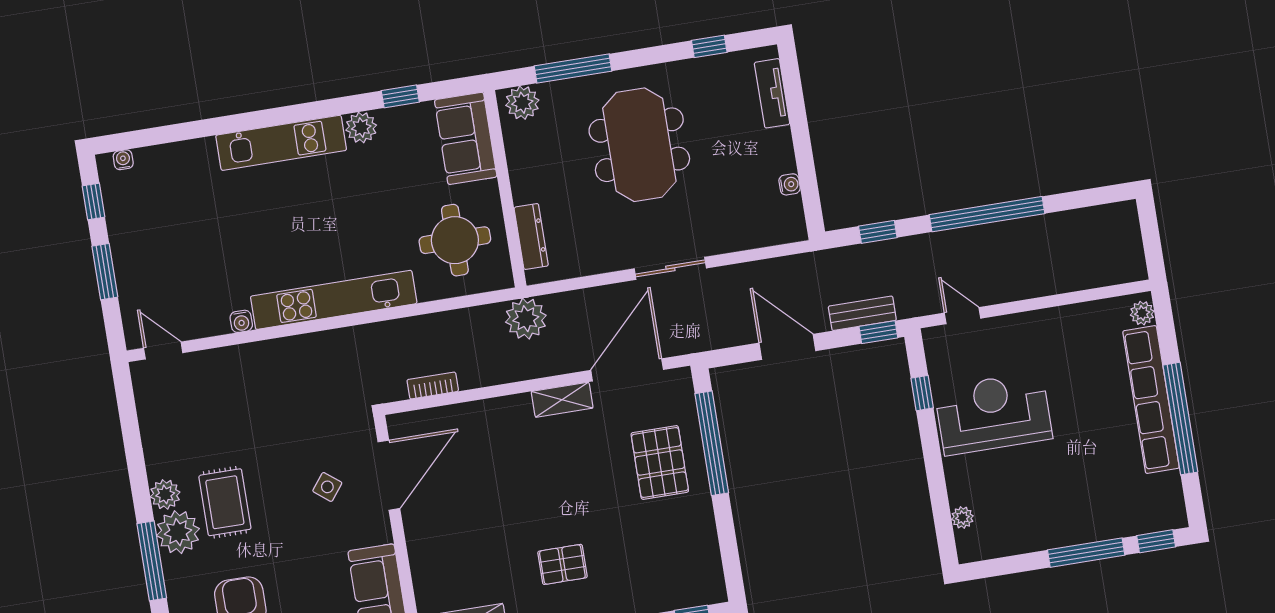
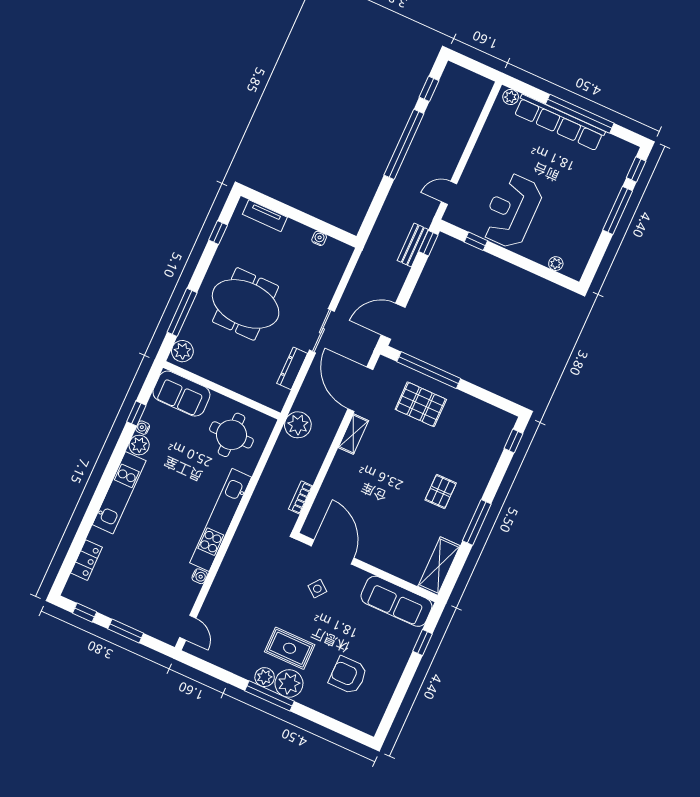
locker: (164, 158) -> (86, 560), added
water cooler: (123, 160) -> (143, 428), moved
window: (878, 232) -> (429, 89), moved
dresser: (531, 237) -> (292, 368), moved, turned -90
door: (787, 347) -> (393, 321), moved
door: (163, 351) -> (188, 628), swing flipped
window: (152, 561) -> (270, 696), moved

